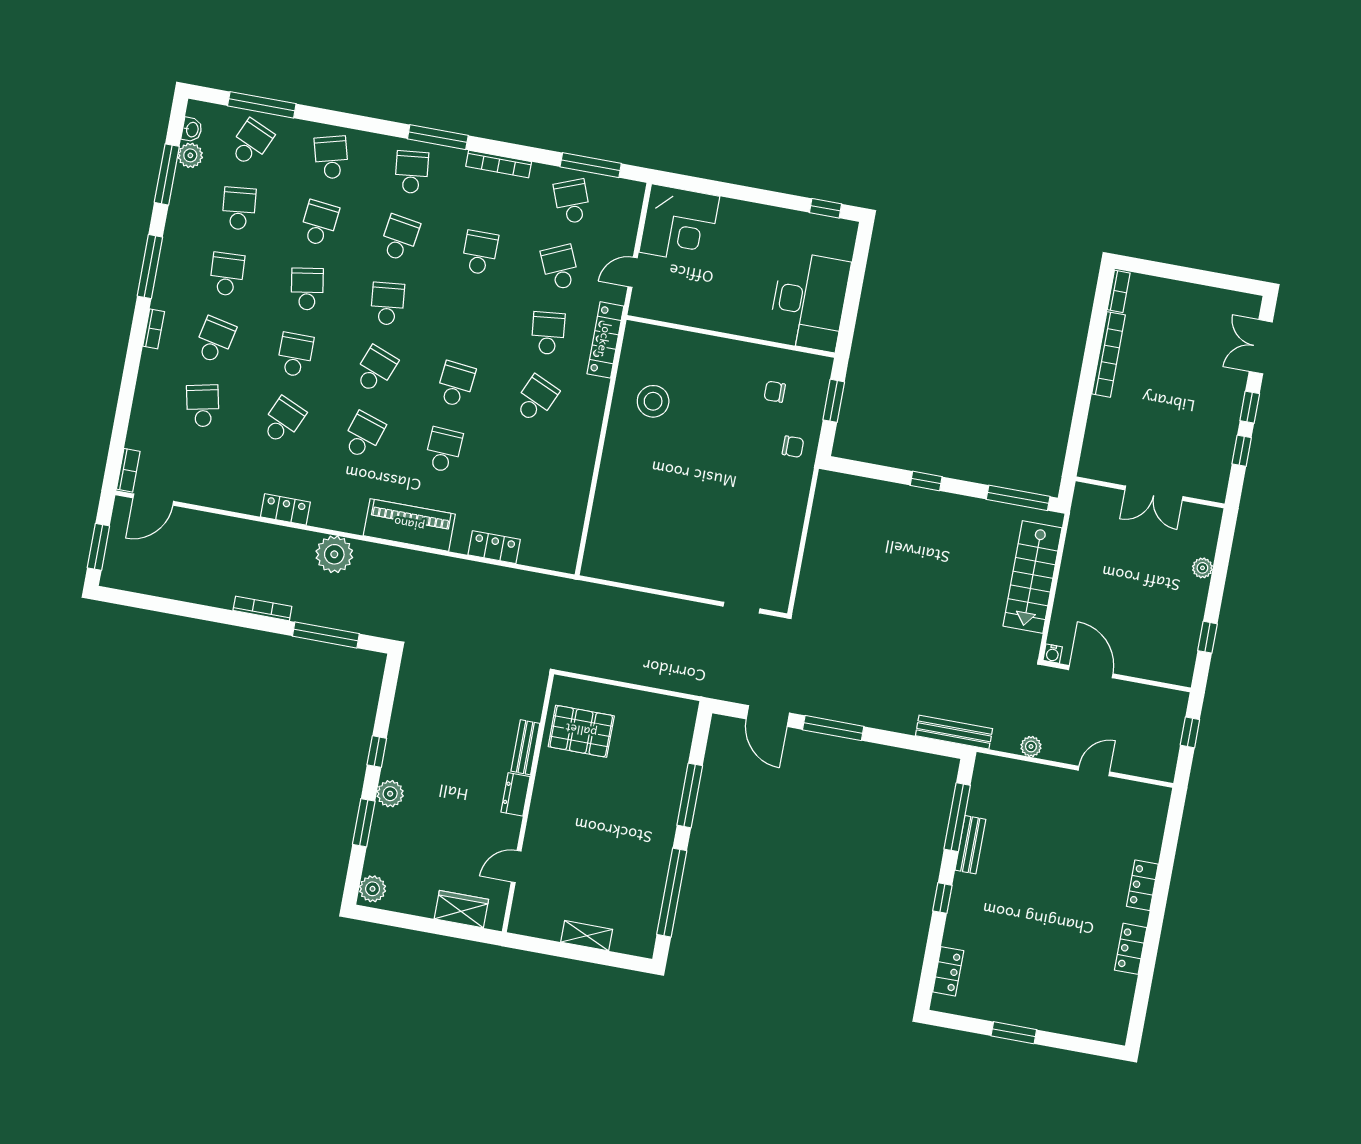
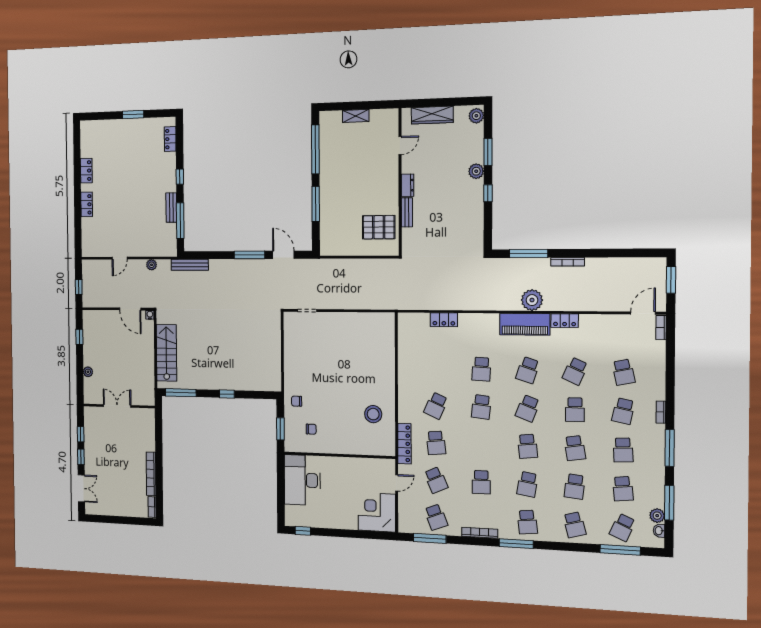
piano: (409, 525) -> (525, 324), moved
wardrobe: (461, 909) -> (432, 115), width x1.50

